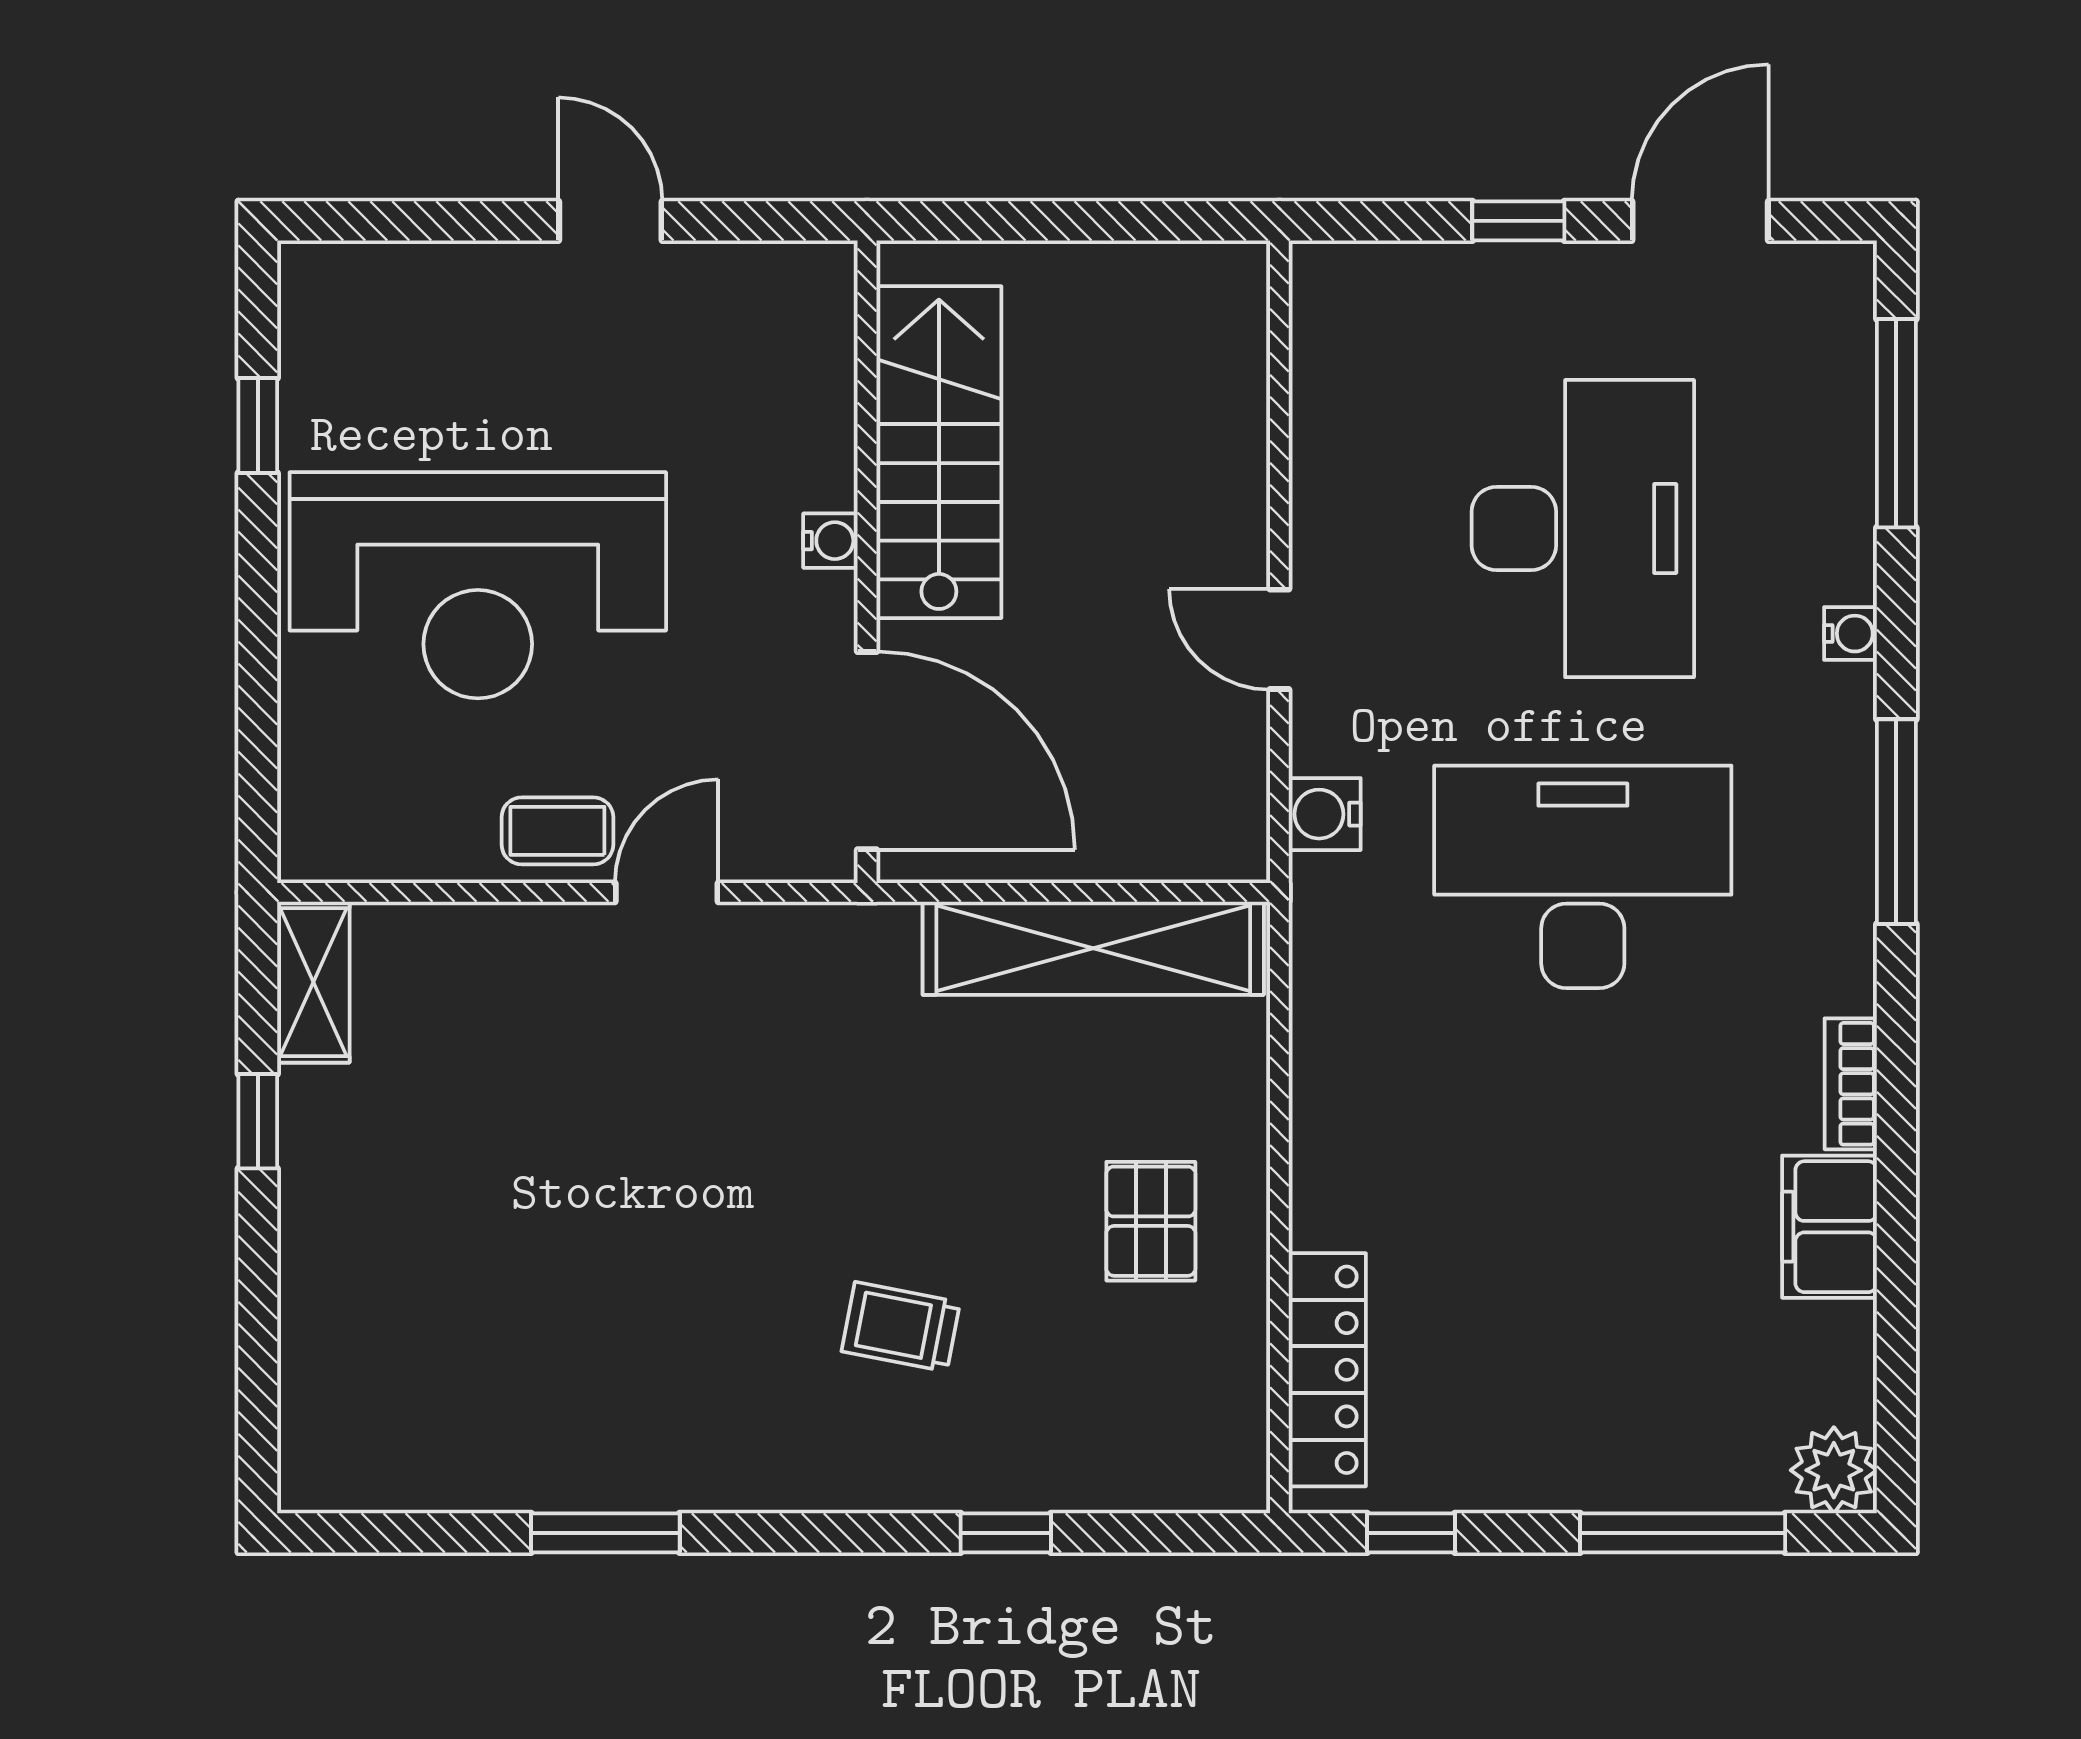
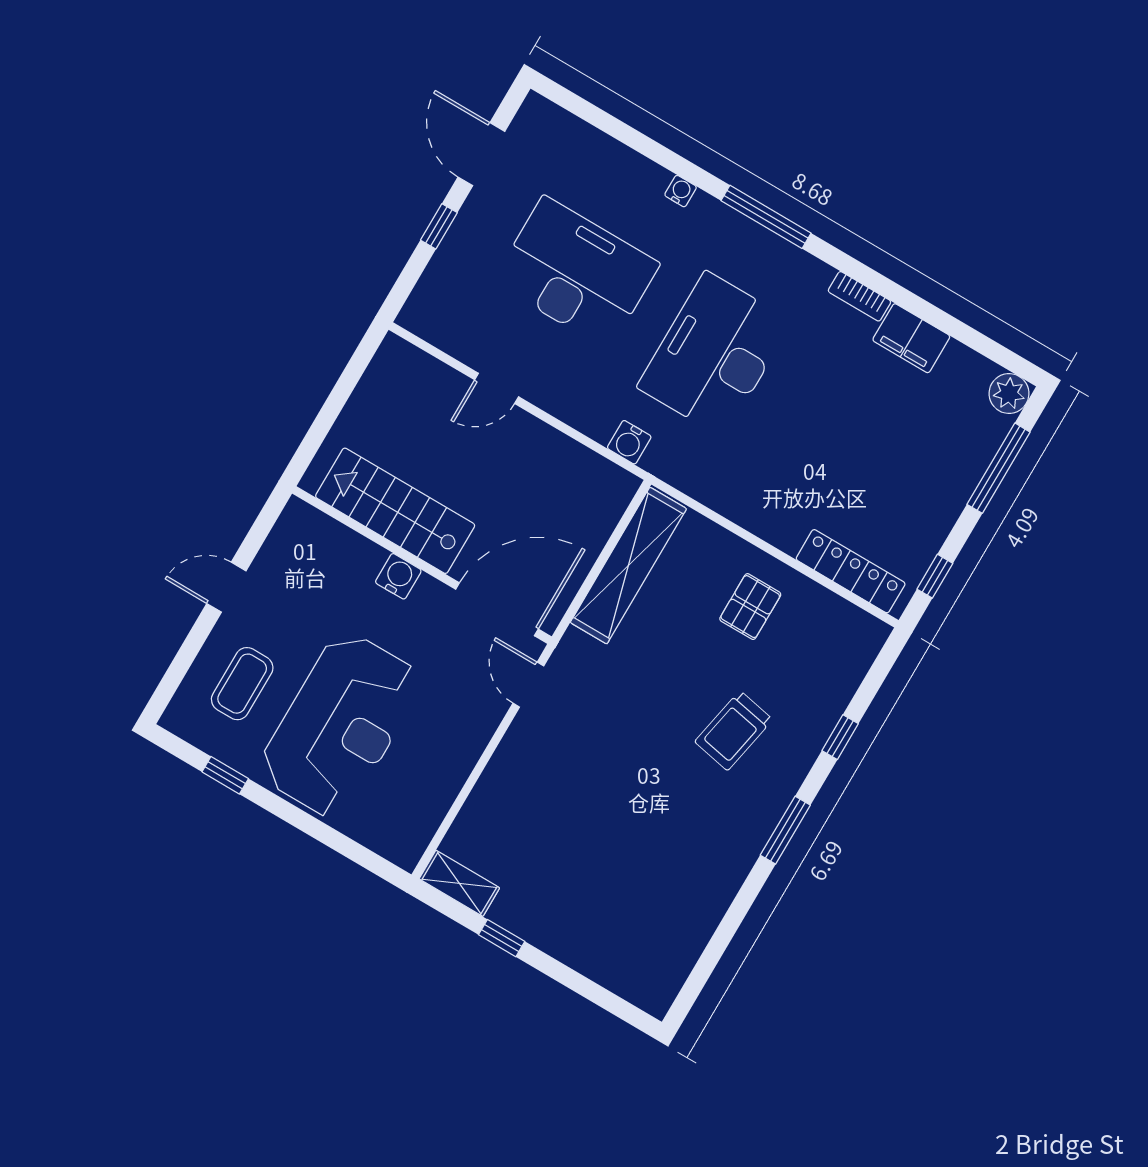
window: (1896, 423) -> (608, 124), removed
water cooler: (830, 541) -> (398, 576), width x1.38, depth x1.38
door: (1279, 639) -> (497, 388), moved
coffee table: (557, 831) -> (242, 684), moved, width x1.36, depth x1.30
door: (667, 892) -> (528, 685), moved
pallet: (1151, 1221) -> (750, 607), turned 90
trolley: (901, 1327) -> (734, 731), width x1.36, depth x1.39
window: (605, 1533) -> (785, 830), moved

